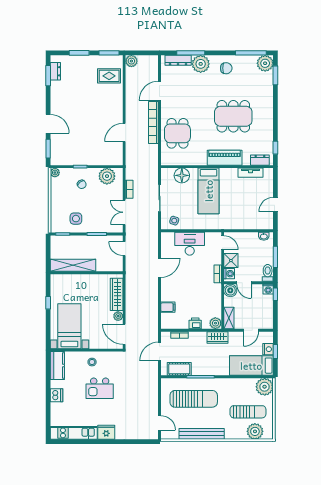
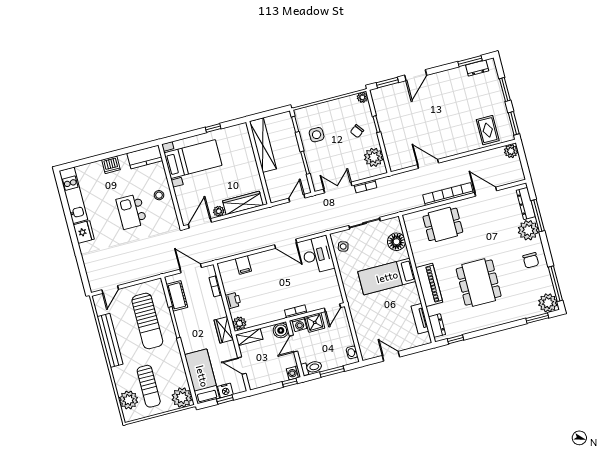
desk: (190, 244) -> (318, 255), moved

